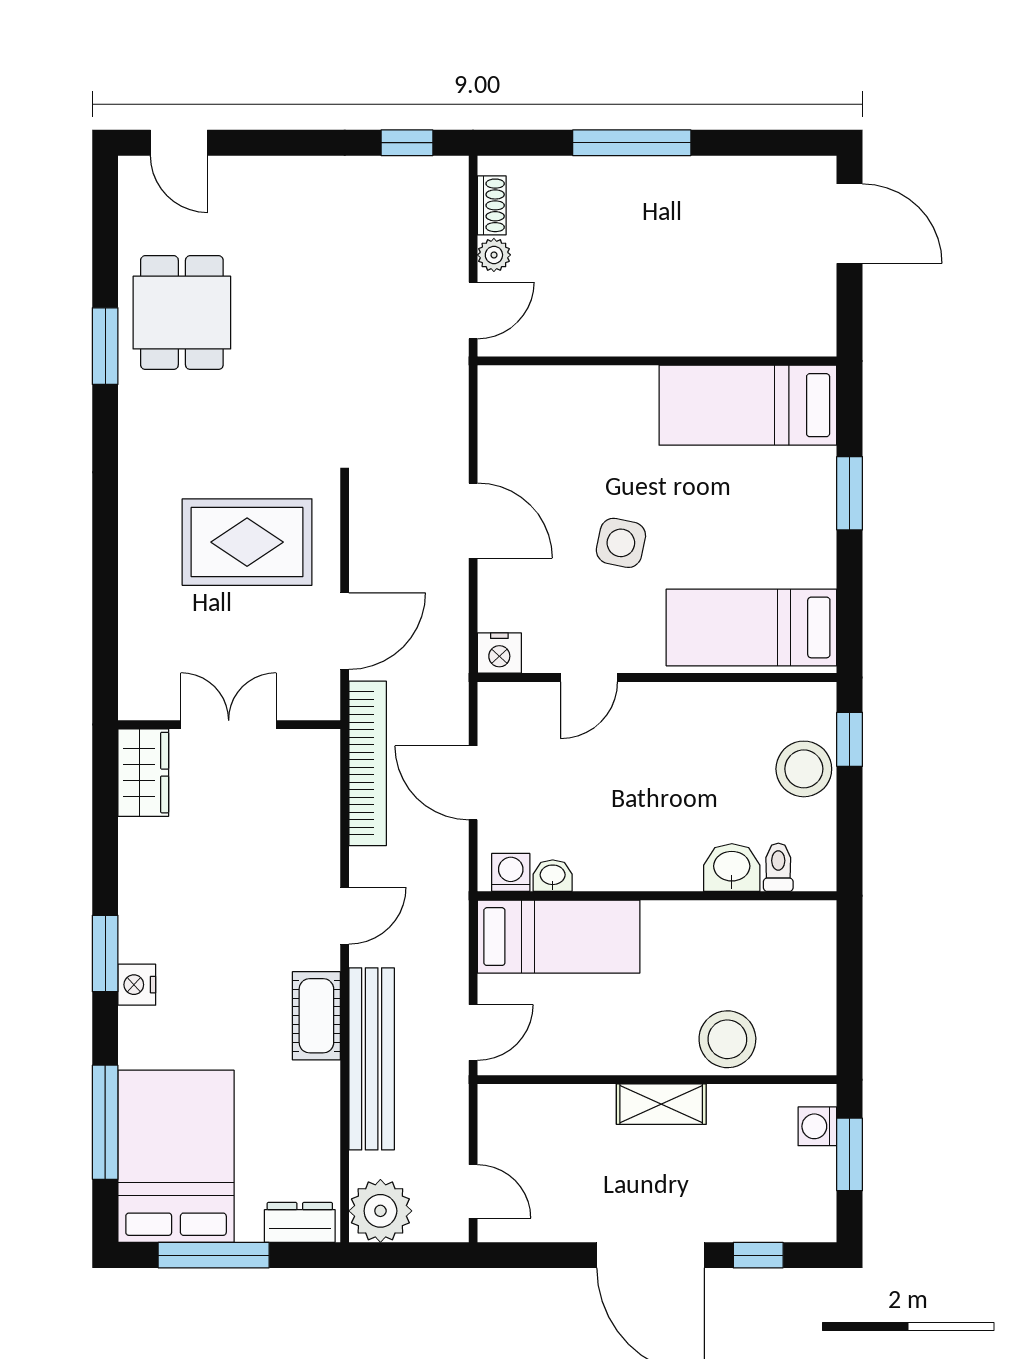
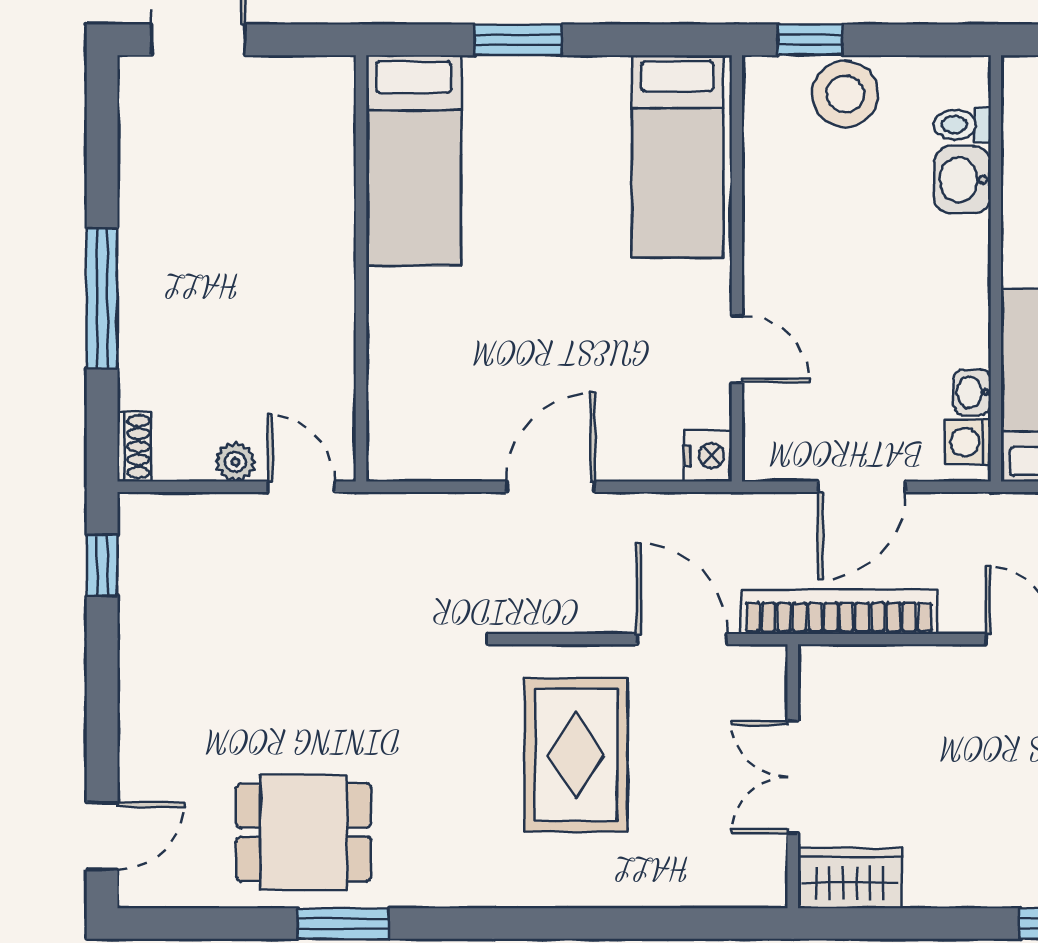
shoe rack: (492, 205) -> (134, 447), moved, turned 90
side table: (621, 543) -> (577, 311), removed

